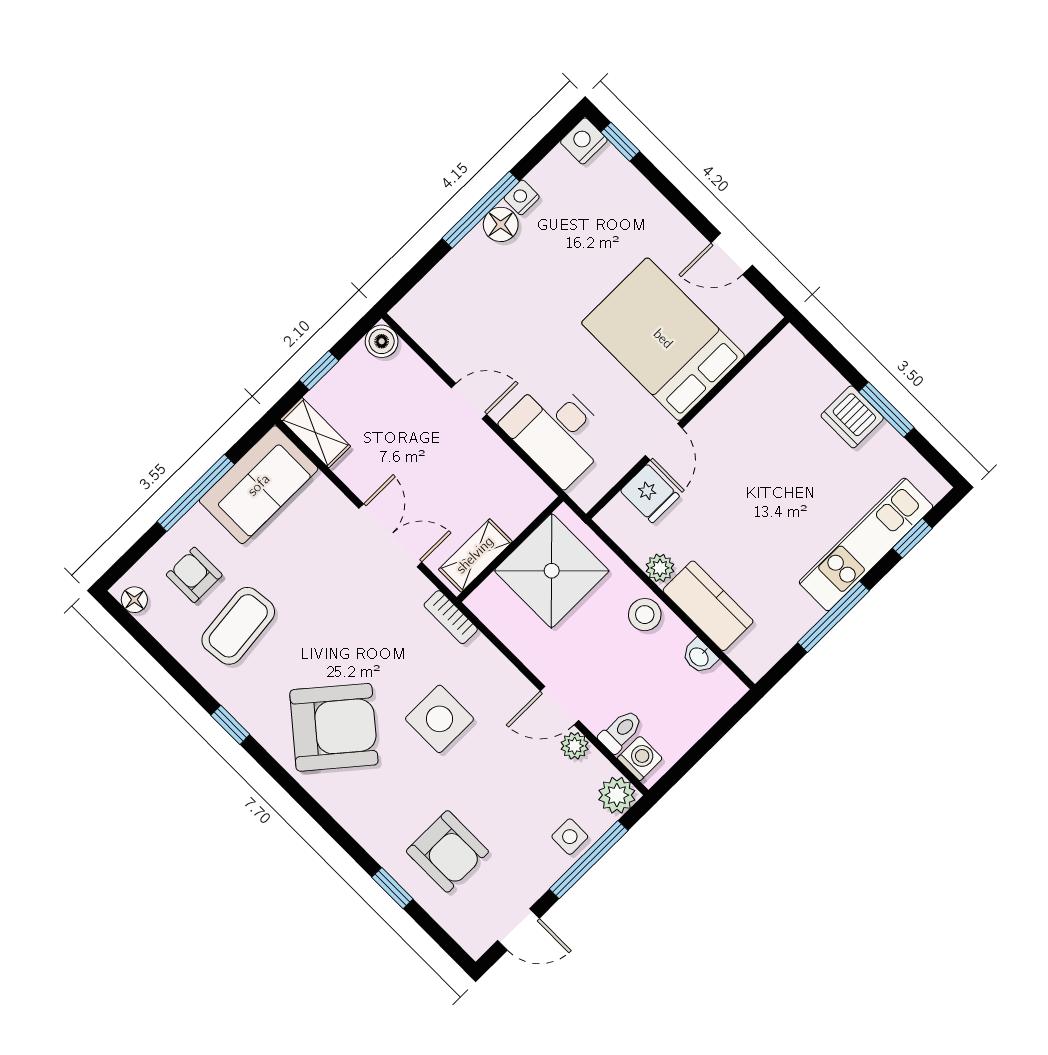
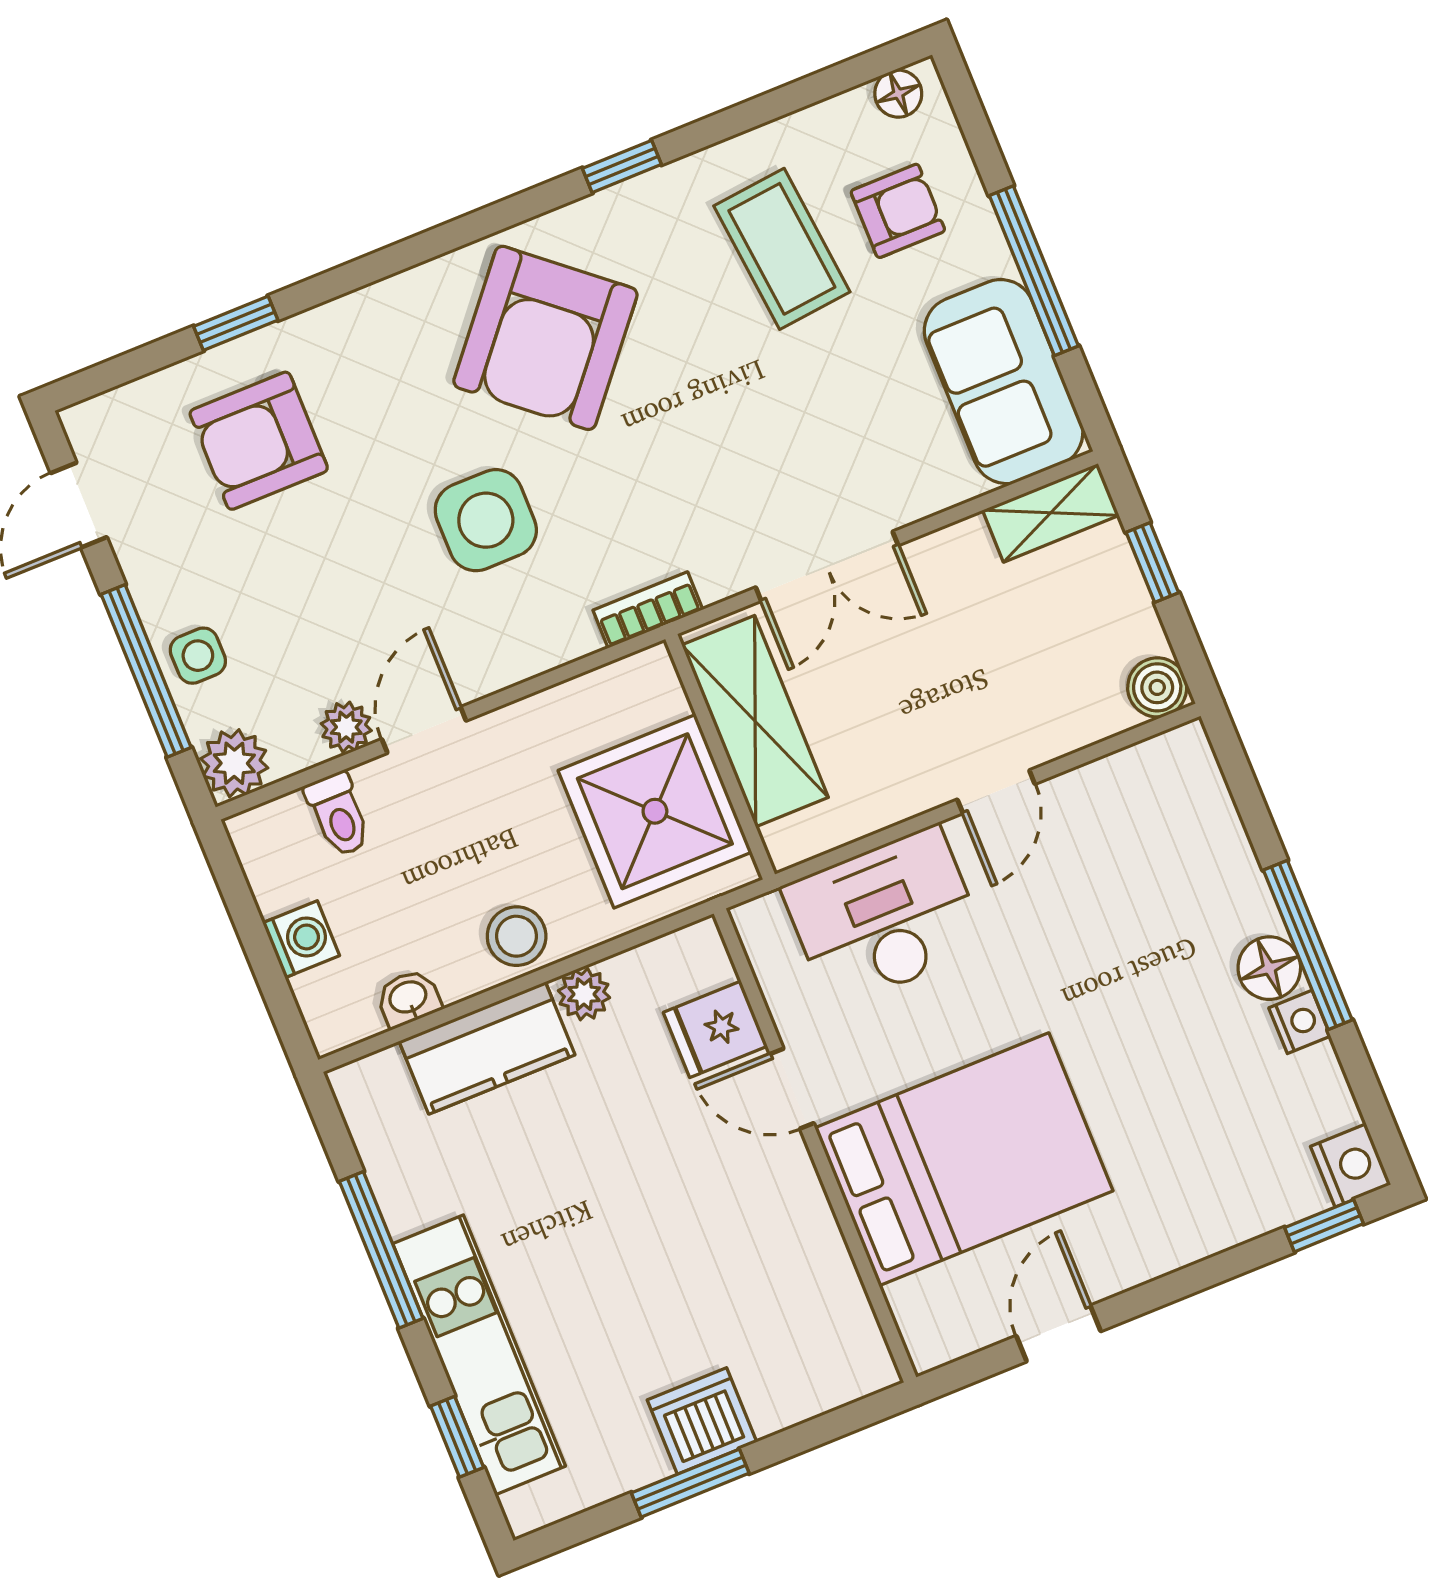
shelving: (475, 555) -> (755, 721), width x1.50, depth x1.33
washing machine: (640, 758) -> (301, 939), moved, turned -90

